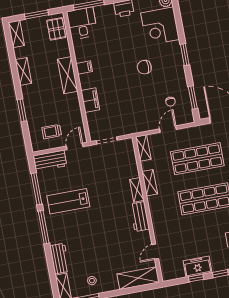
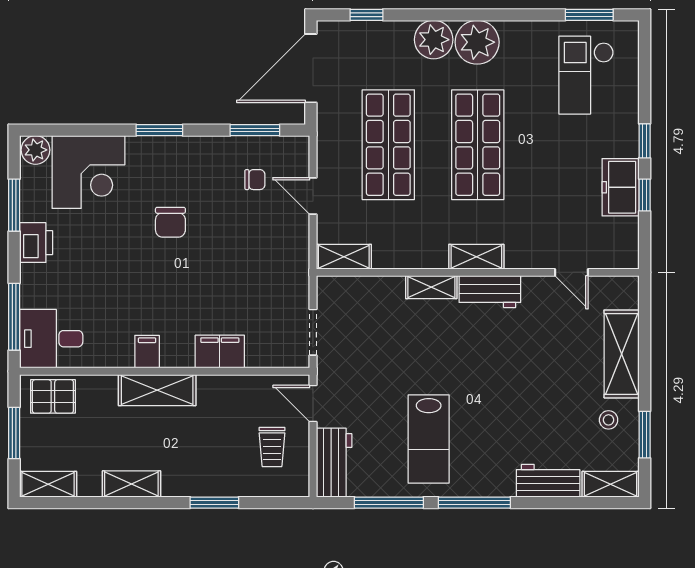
shelving: (150, 183) -> (476, 257), moved
shelving: (138, 278) -> (622, 354), moved

